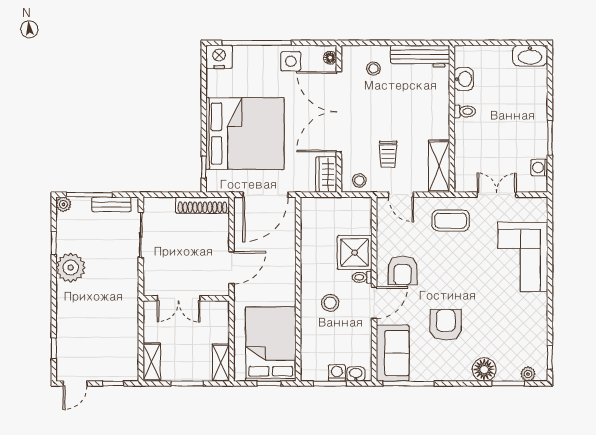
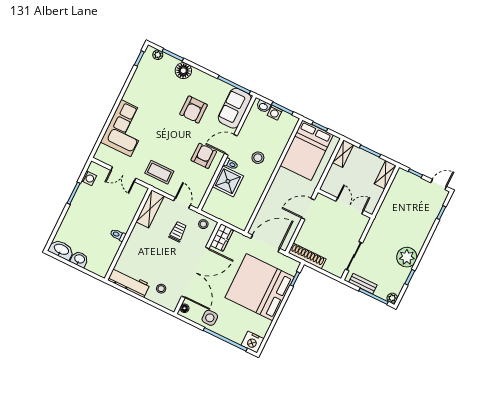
washbasin: (464, 79) -> (79, 259), moved, turned 90

